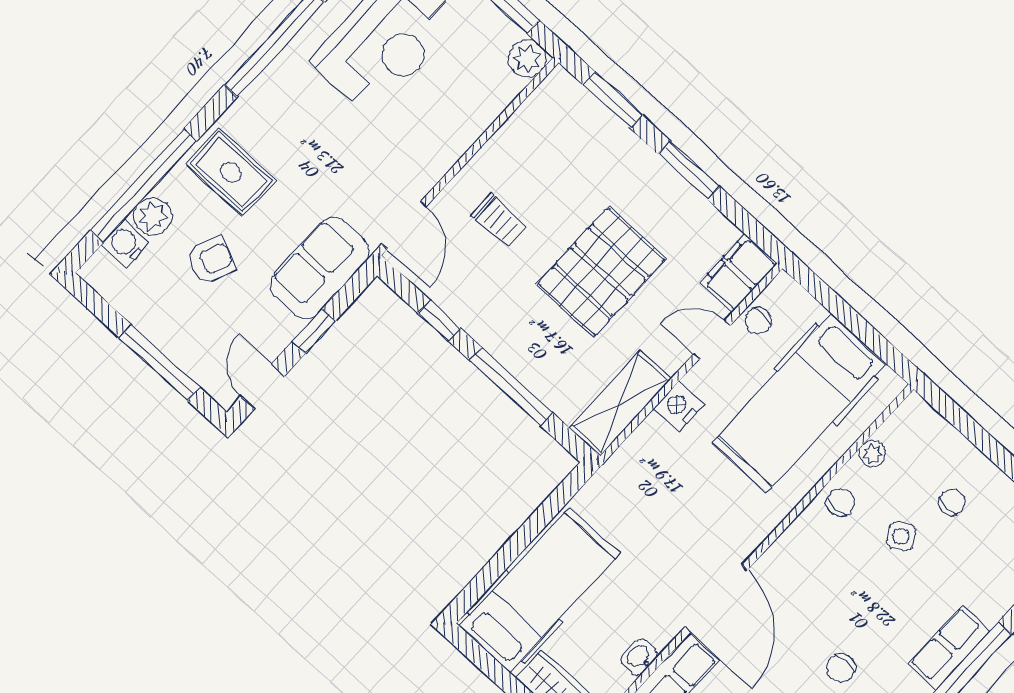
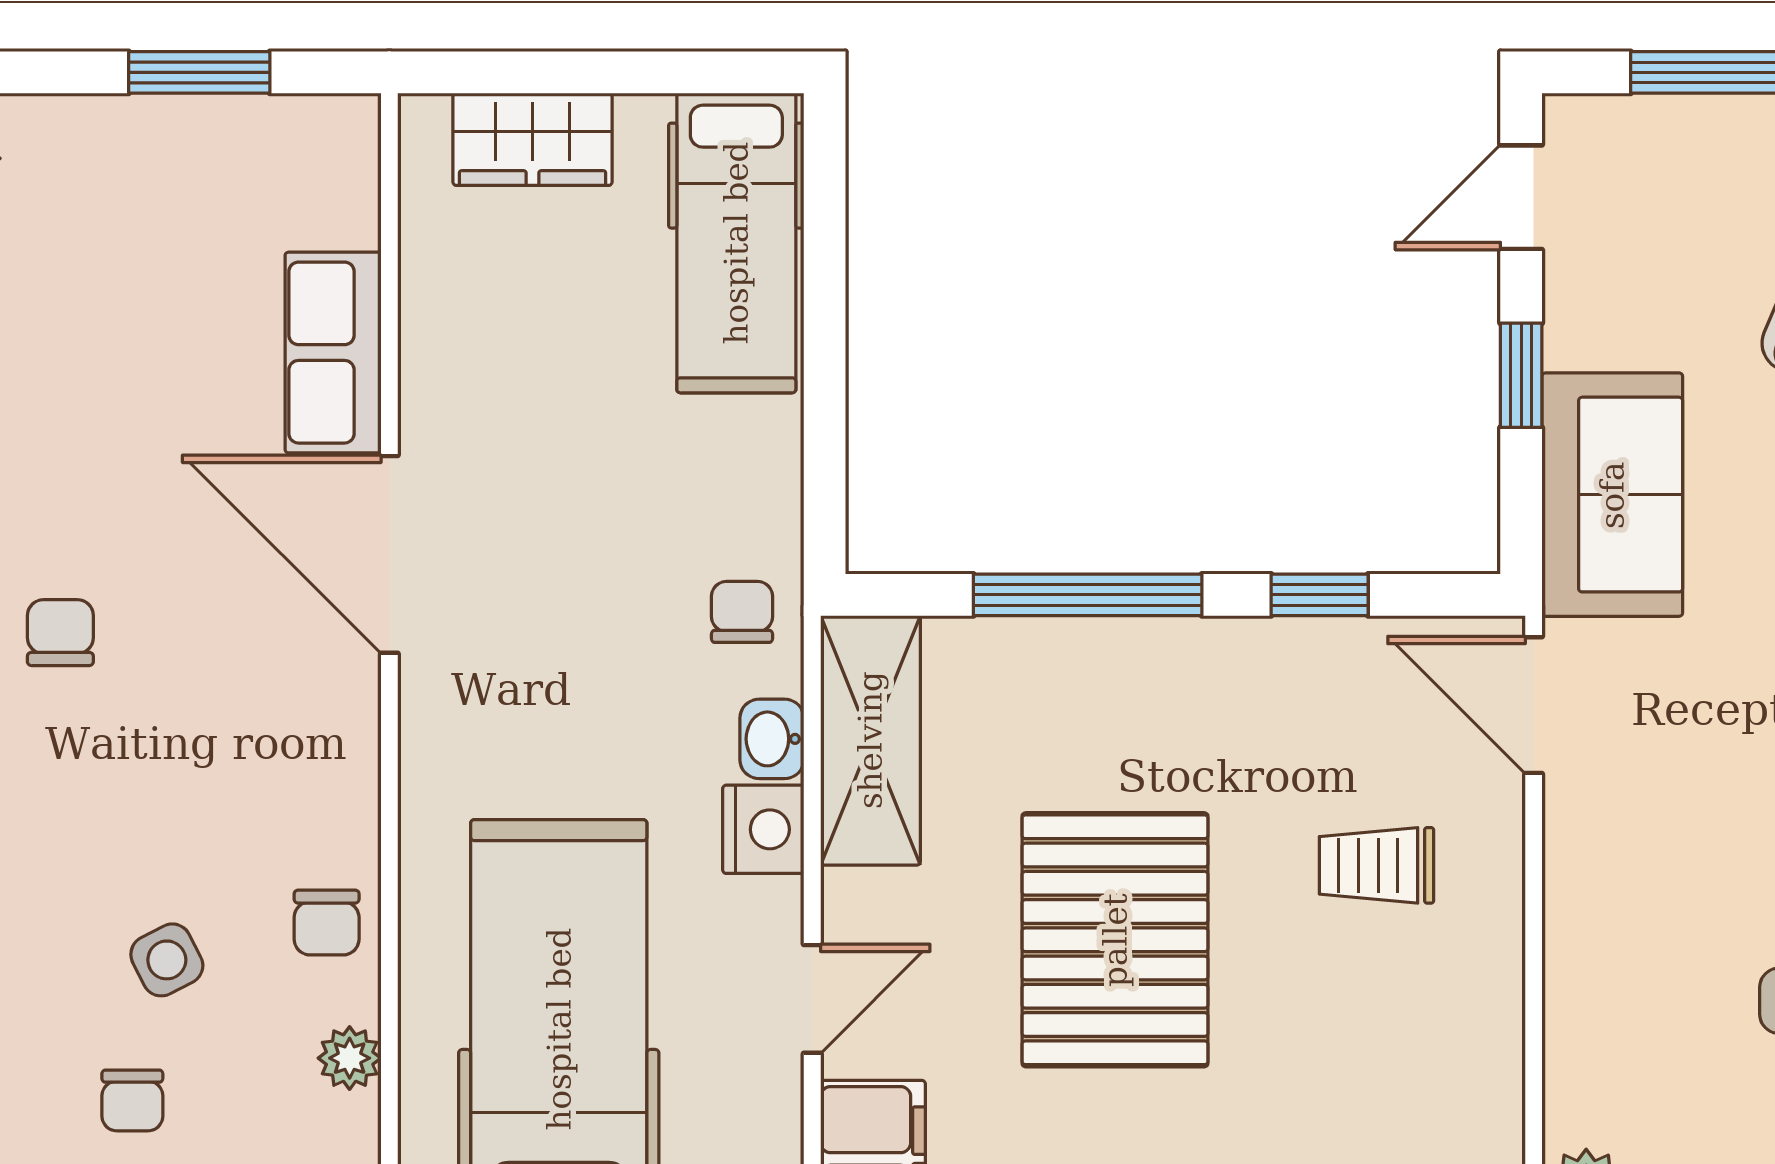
chair: (758, 321) -> (742, 612), moved
door: (263, 386) -> (1521, 197), swing flipped
hospital bed: (540, 590) -> (736, 243), width x0.73, depth x0.78
washbasin: (639, 657) -> (772, 739), moved, turned 180

